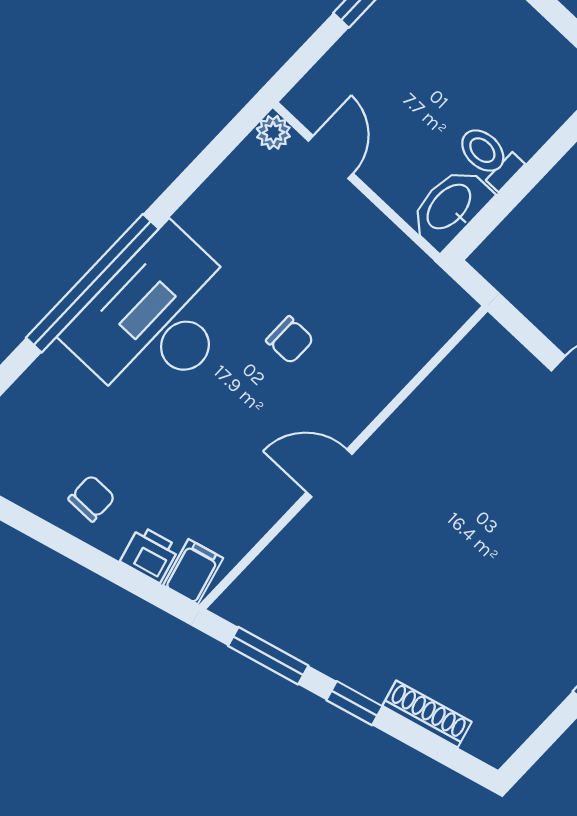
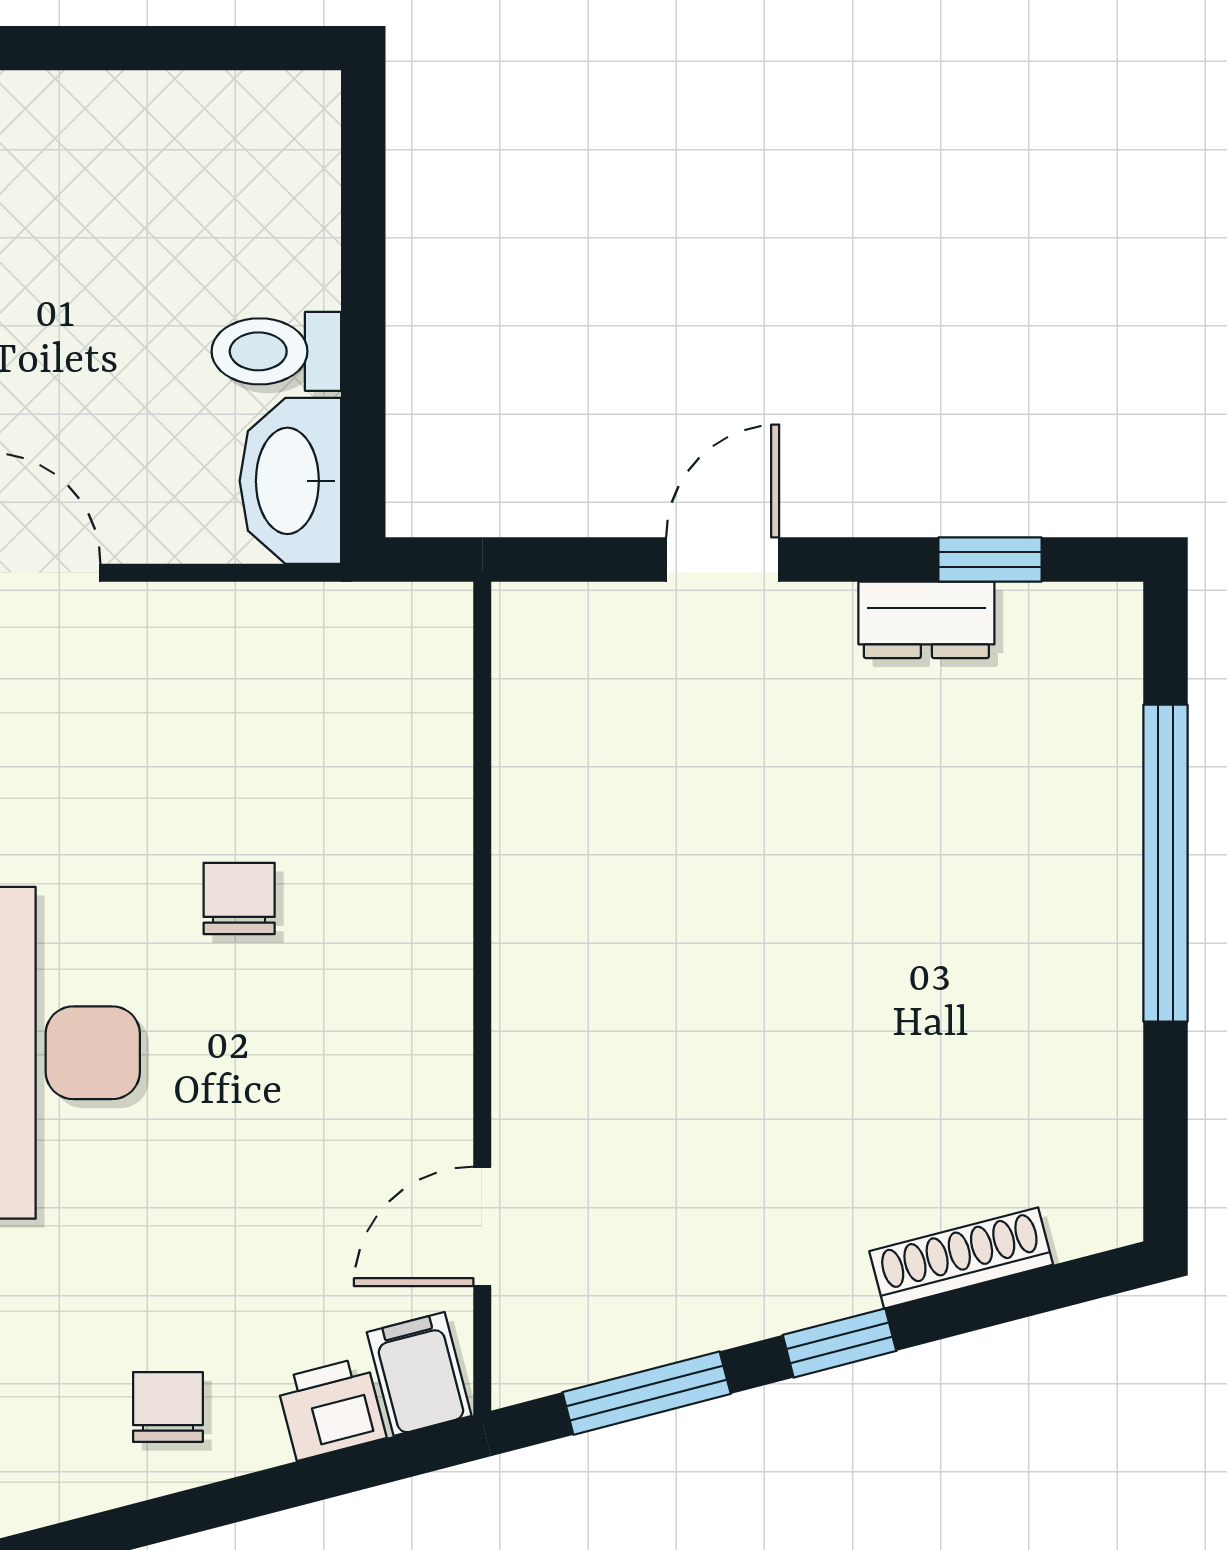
chair: (290, 340) -> (239, 898), turned -90
door: (329, 473) -> (482, 1226), moved

